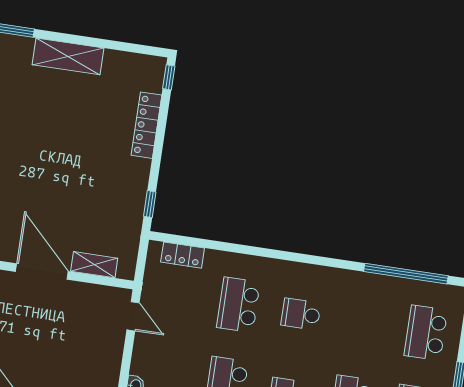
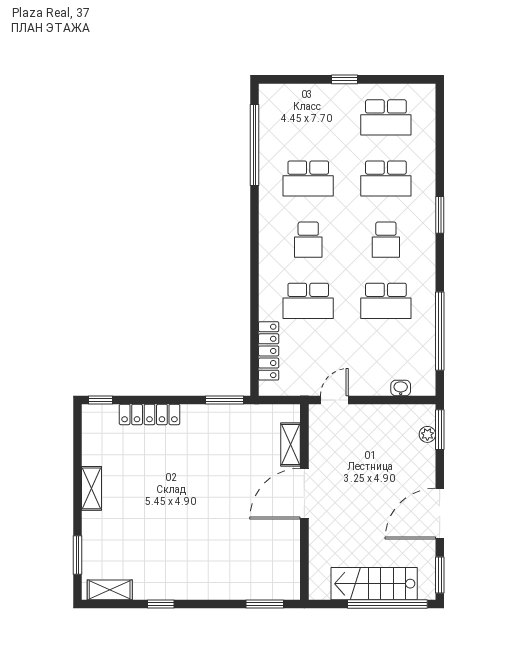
shelving: (68, 56) -> (92, 488), width x0.67, depth x0.75
window: (150, 204) -> (224, 400), width x1.50
locker: (183, 255) -> (269, 351), width x1.53
school desk: (426, 333) -> (308, 179), moved

